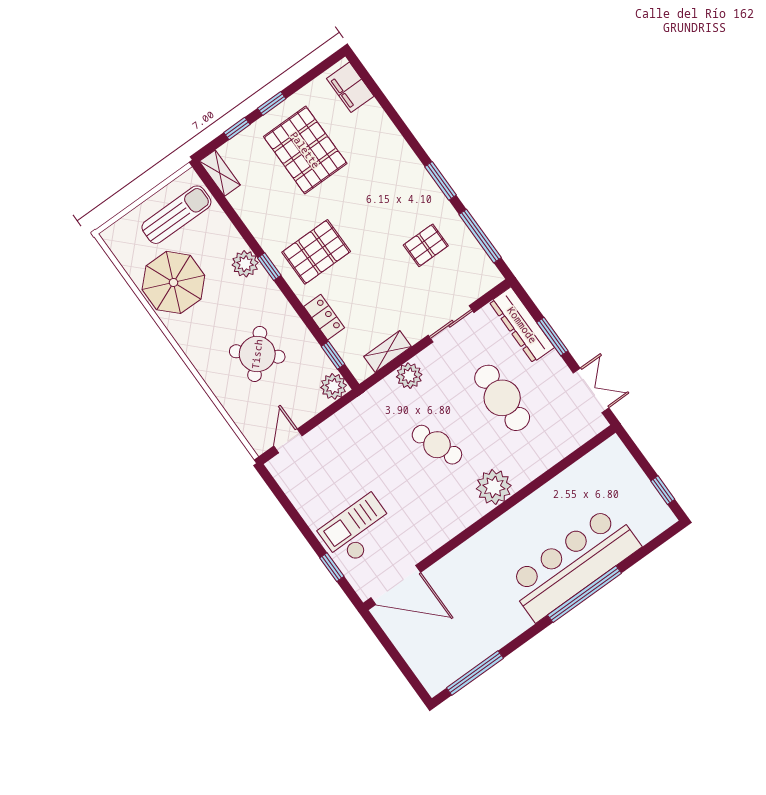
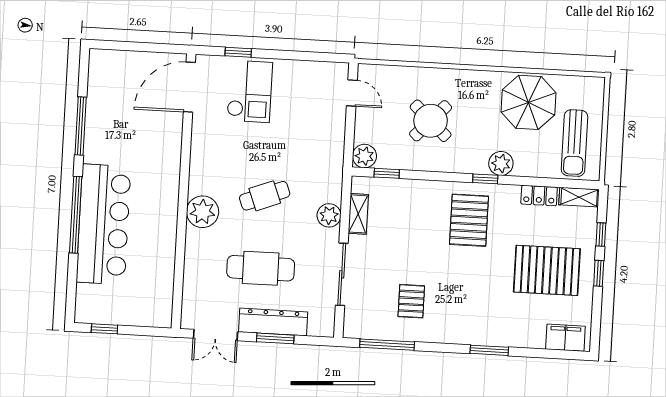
window: (440, 181) -> (489, 350), moved
locker: (324, 317) -> (539, 196), moved
sliding door: (451, 324) -> (342, 274), width x1.37
dresser: (522, 325) -> (273, 322), moved
window: (475, 673) -> (81, 126), moved

